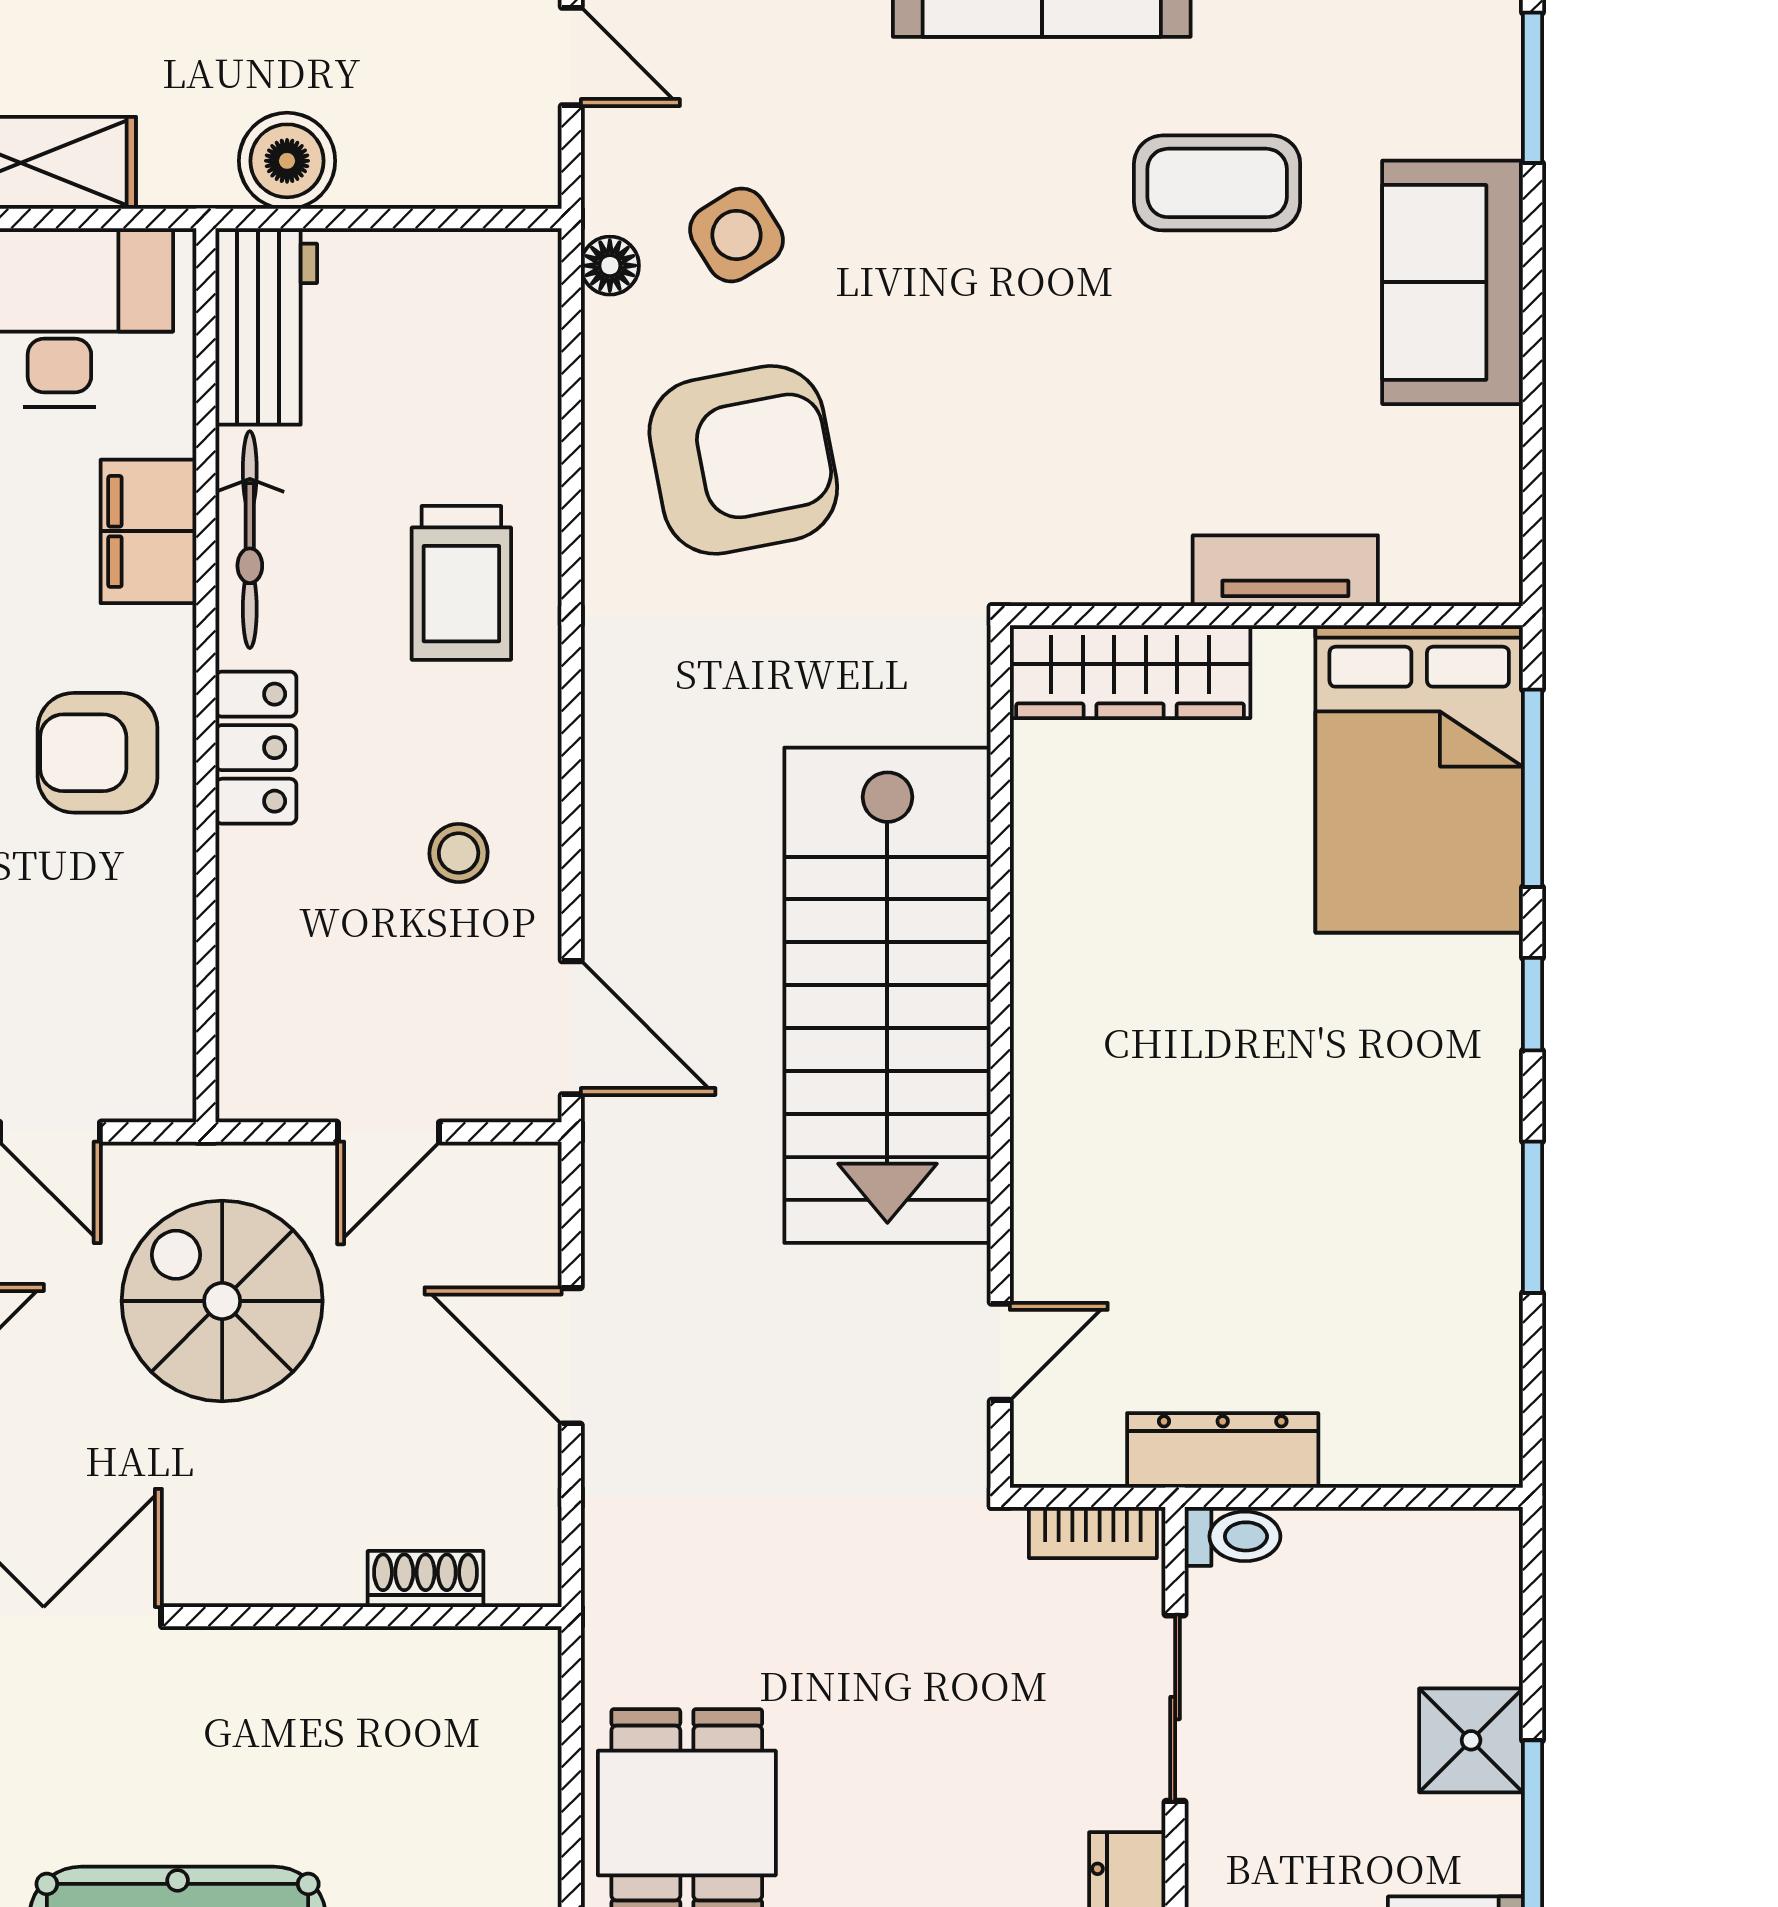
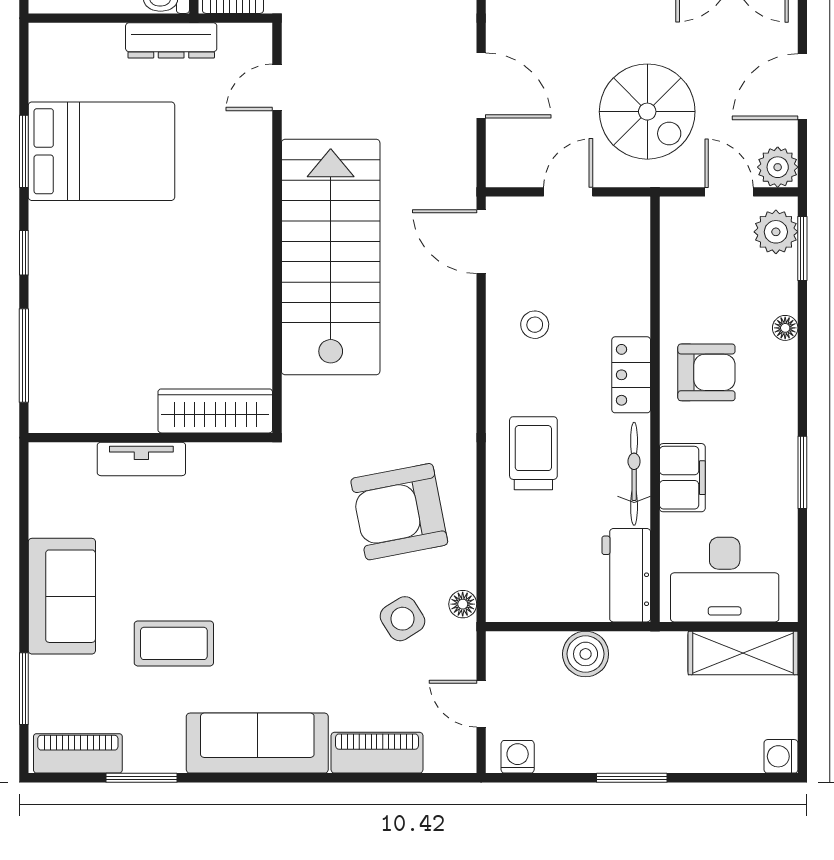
boiler: (287, 161) -> (586, 654), moved
bed: (1419, 779) -> (101, 151), moved, turned 90

